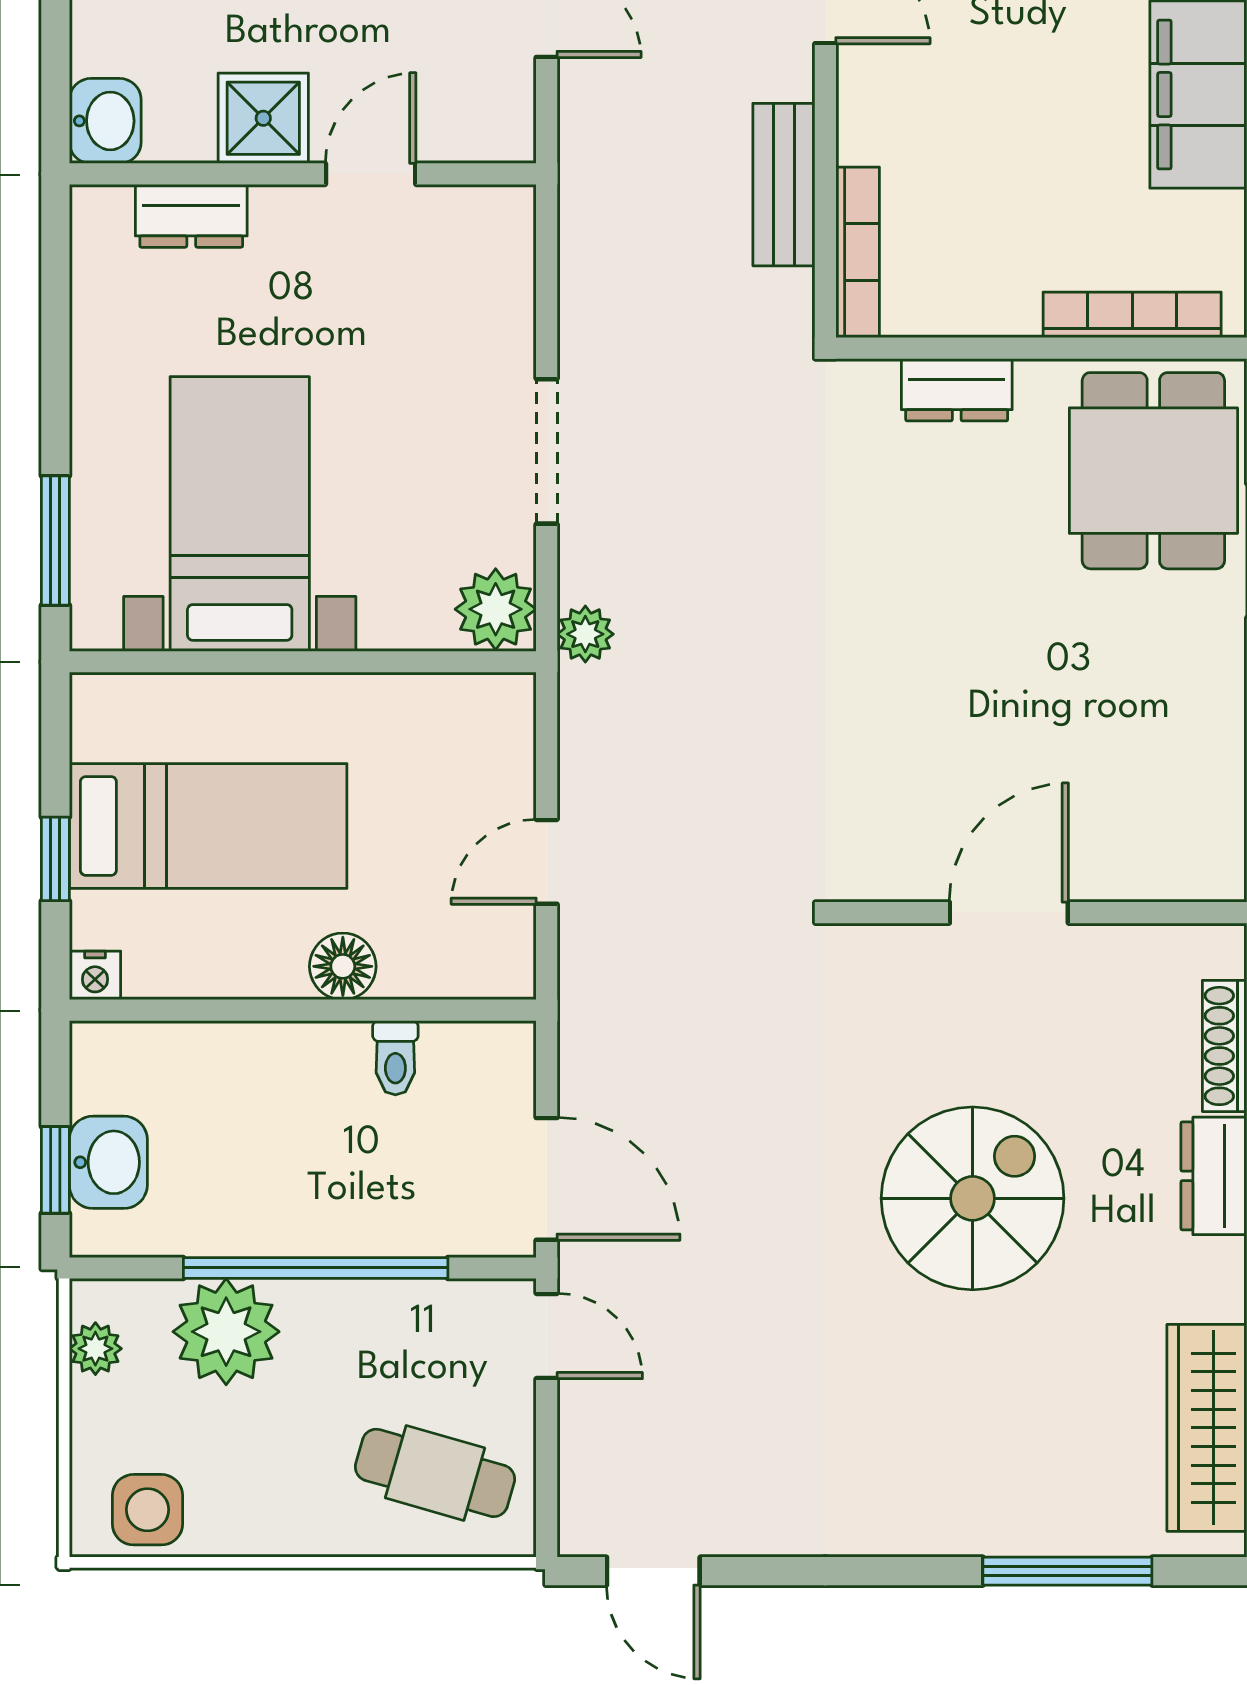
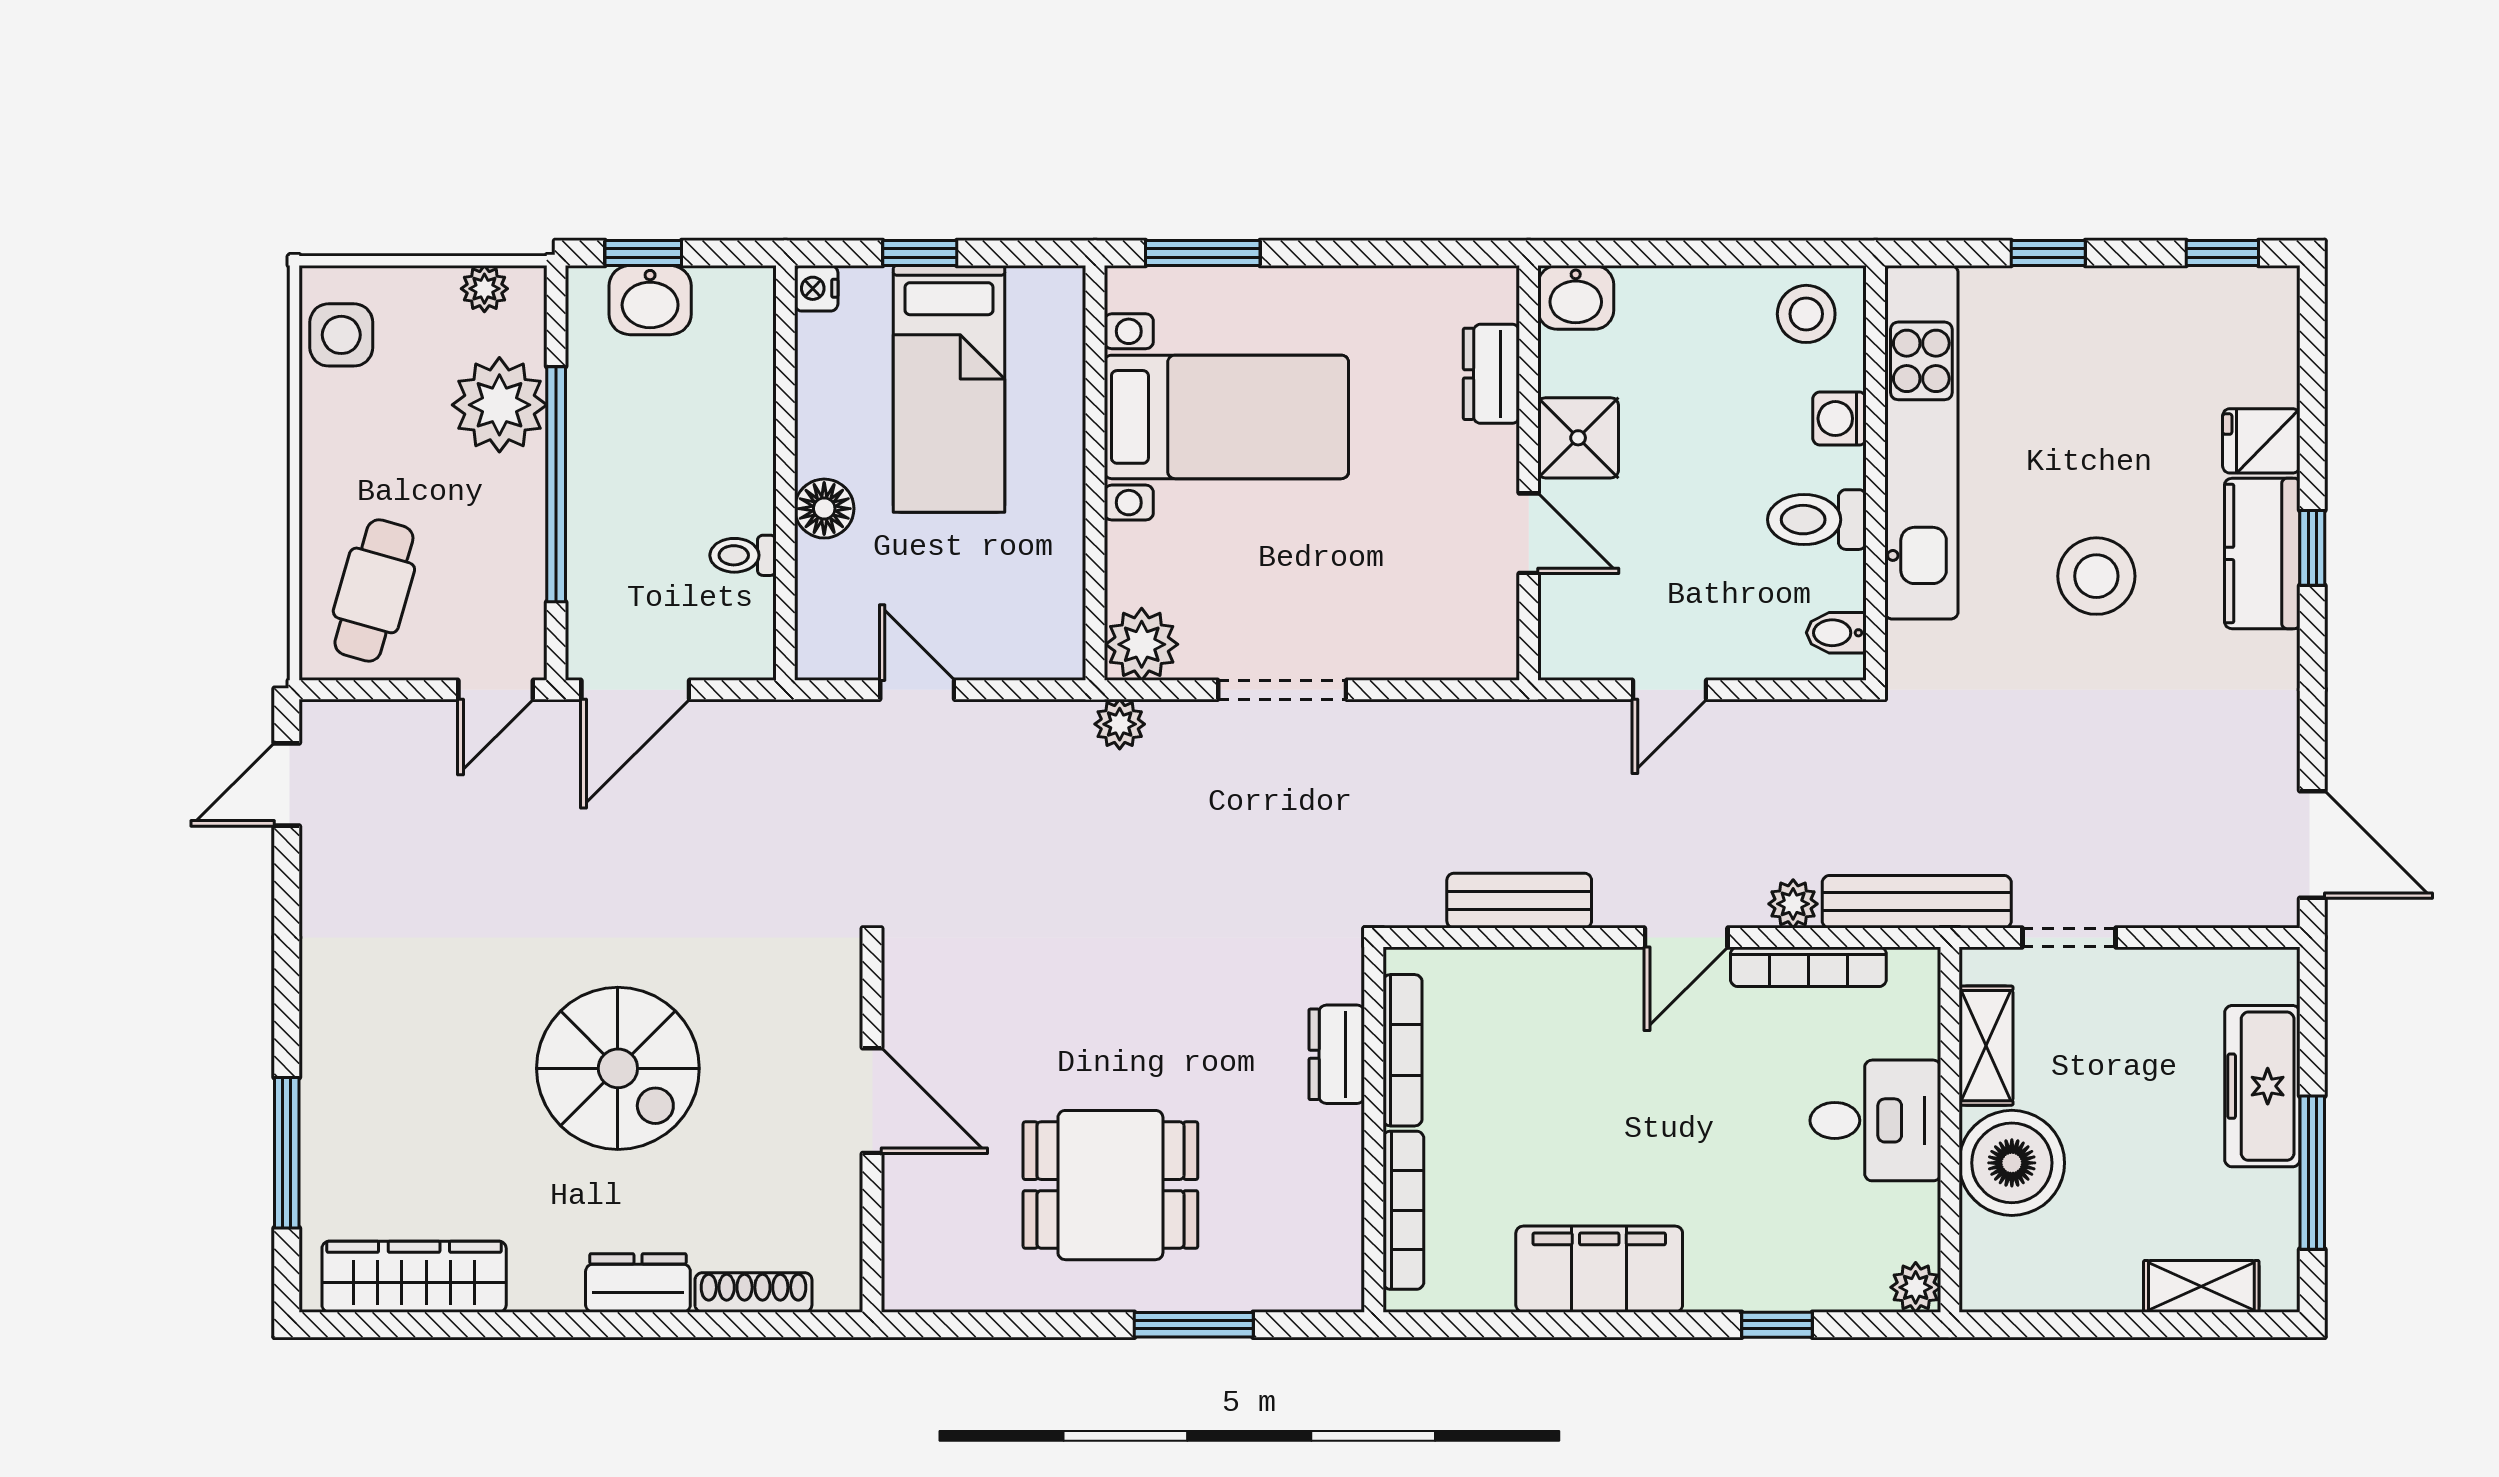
bookcase: (858, 252) -> (1402, 1050), moved, turned -90
dining table: (1153, 471) -> (1110, 1185), moved

